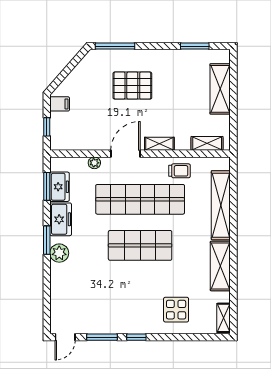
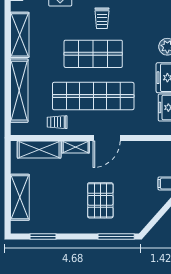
pallet: (132, 86) -> (100, 200), turned 90
shelving: (207, 143) -> (39, 149), width x1.50, depth x1.33
plant: (94, 163) -> (135, 130), removed
trolley: (131, 284) -> (102, 18), added

